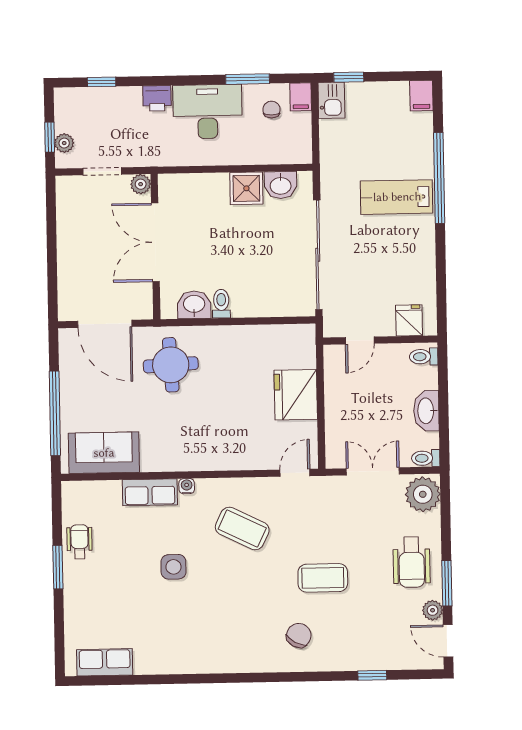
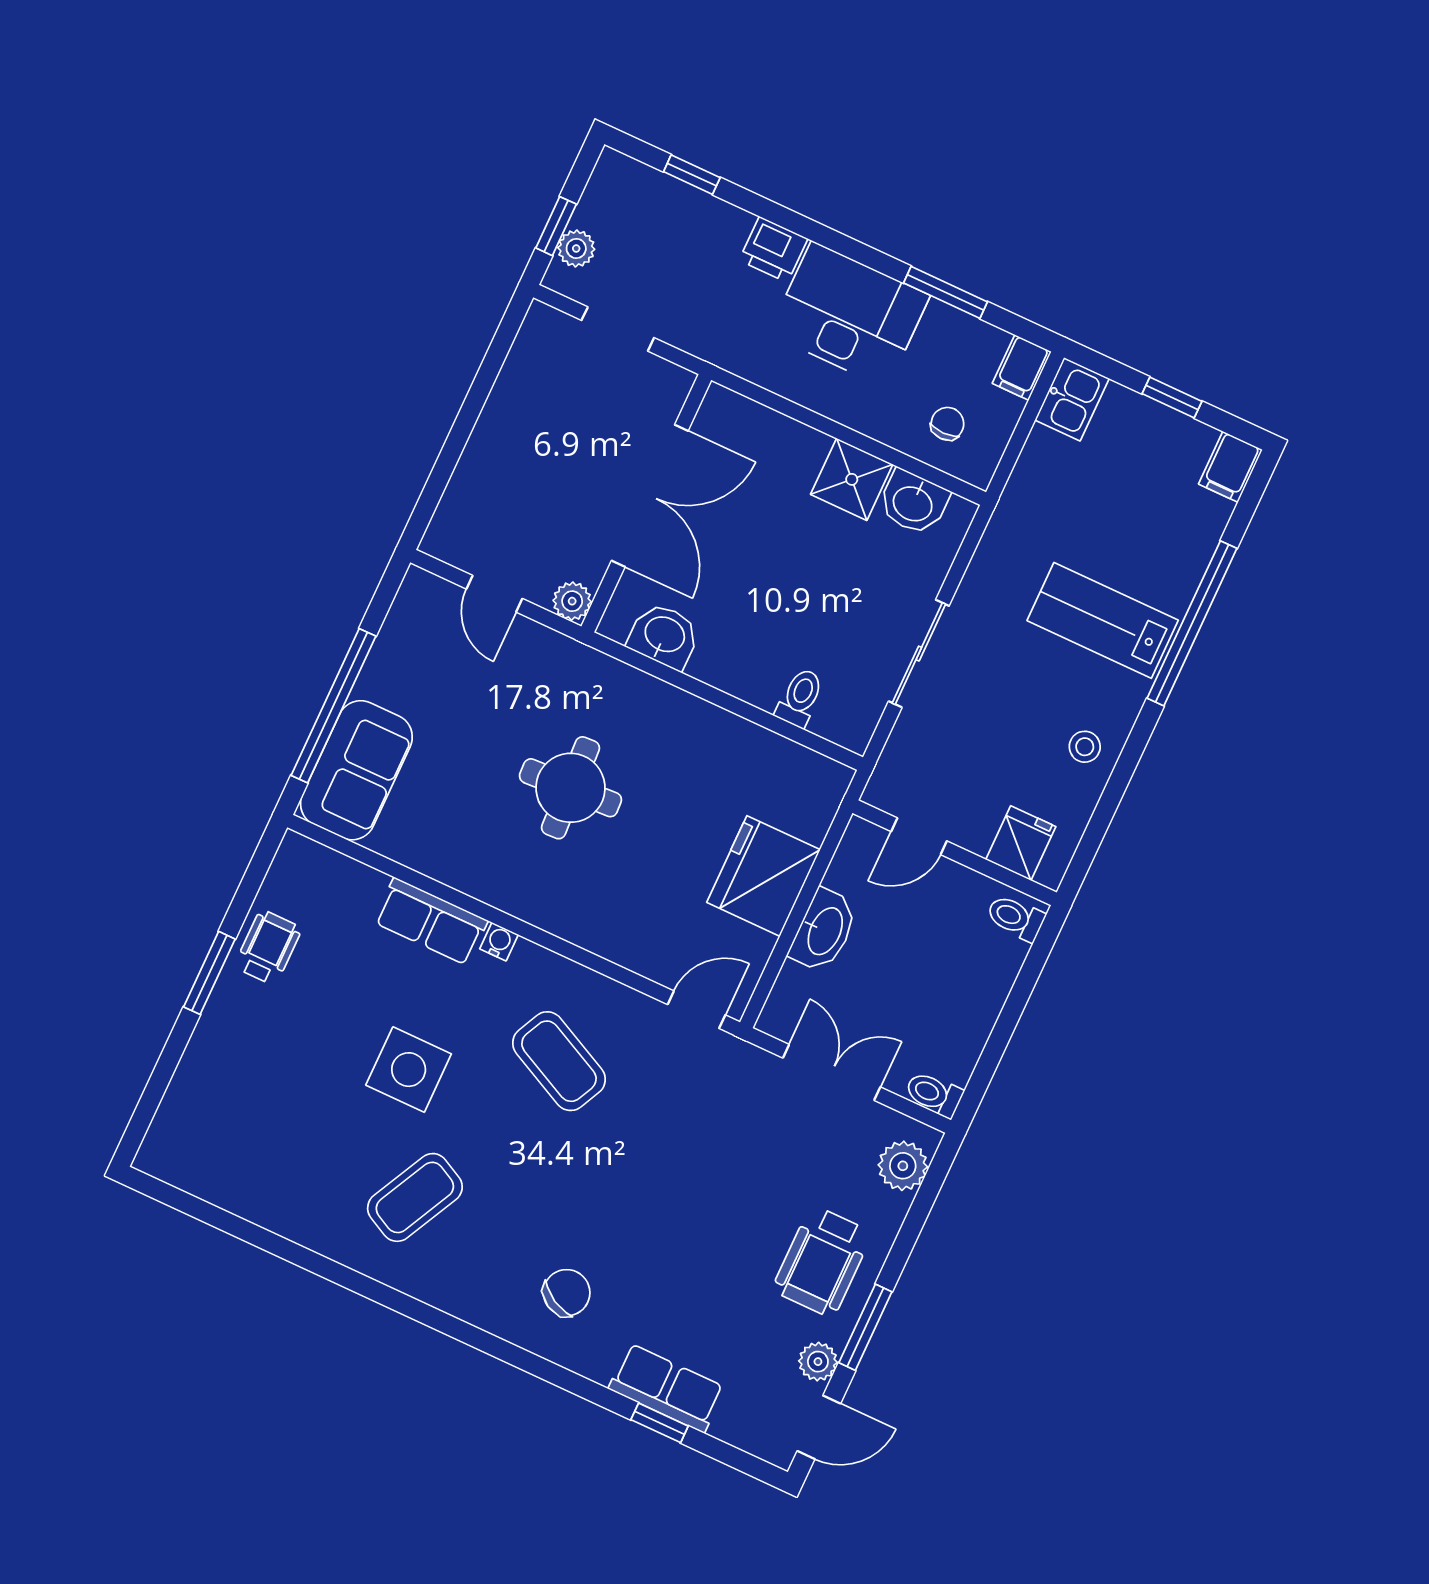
window: (349, 77) -> (1172, 397), moved
chair: (271, 110) -> (947, 424), moved
plant: (141, 184) -> (572, 601), moved
double door: (155, 242) -> (650, 496), swing flipped
sliding door: (318, 255) -> (919, 654), width x0.54
stool: (417, 260) -> (1085, 747), added
toilet: (221, 304) -> (800, 698), moved
door: (105, 324) -> (494, 594), width x0.53
round table: (171, 365) -> (570, 788), moved
washbasin: (426, 411) -> (824, 931), moved, turned 180
sofa: (104, 453) -> (356, 770), moved, turned 90
plant: (423, 494) -> (903, 1166), width x0.73, depth x0.73
side table: (173, 567) -> (409, 1070), width x1.37, depth x1.37
coffee table: (323, 578) -> (415, 1197), moved, turned -63
door: (448, 641) -> (819, 1427), swing flipped
row of seats: (105, 662) -> (667, 1388), moved

